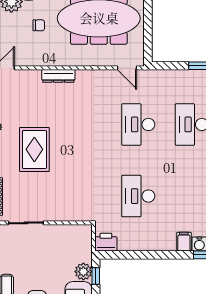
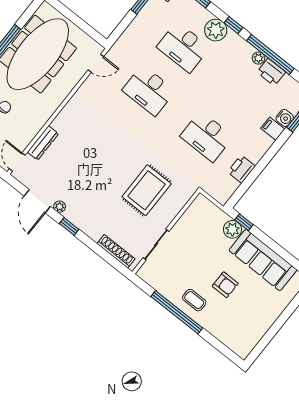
dresser: (58, 76) -> (43, 143), moved
rug: (34, 149) -> (147, 190), moved, turned 90
printer: (106, 242) -> (241, 169), moved

